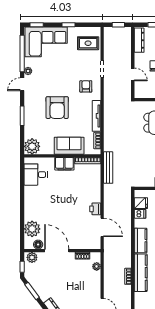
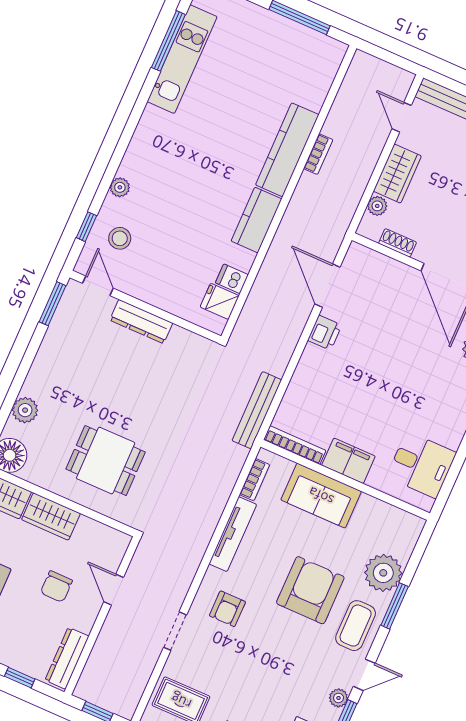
coffee table: (34, 102) -> (356, 626), added
plant: (32, 146) -> (383, 573), moved
wardrobe: (94, 282) -> (397, 174), added

